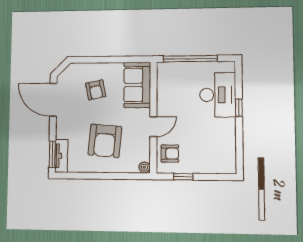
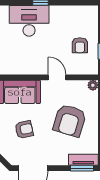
armchair: (105, 141) -> (70, 121), turned 102
armchair: (170, 154) -> (80, 45), moved, turned 180

